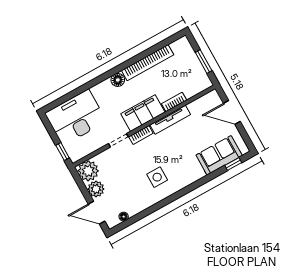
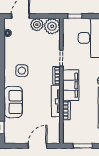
sofa: (219, 155) -> (13, 102), moved

